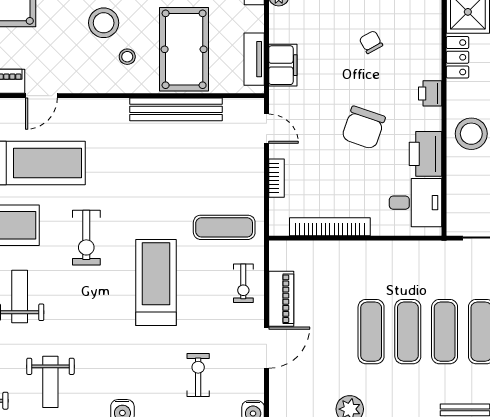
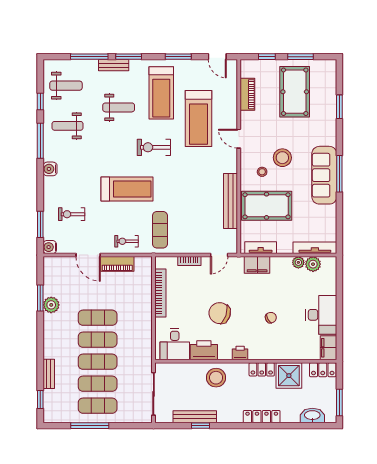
door: (41, 96) -> (239, 139), moved
exercise bike: (198, 375) -> (72, 214), turned 180

